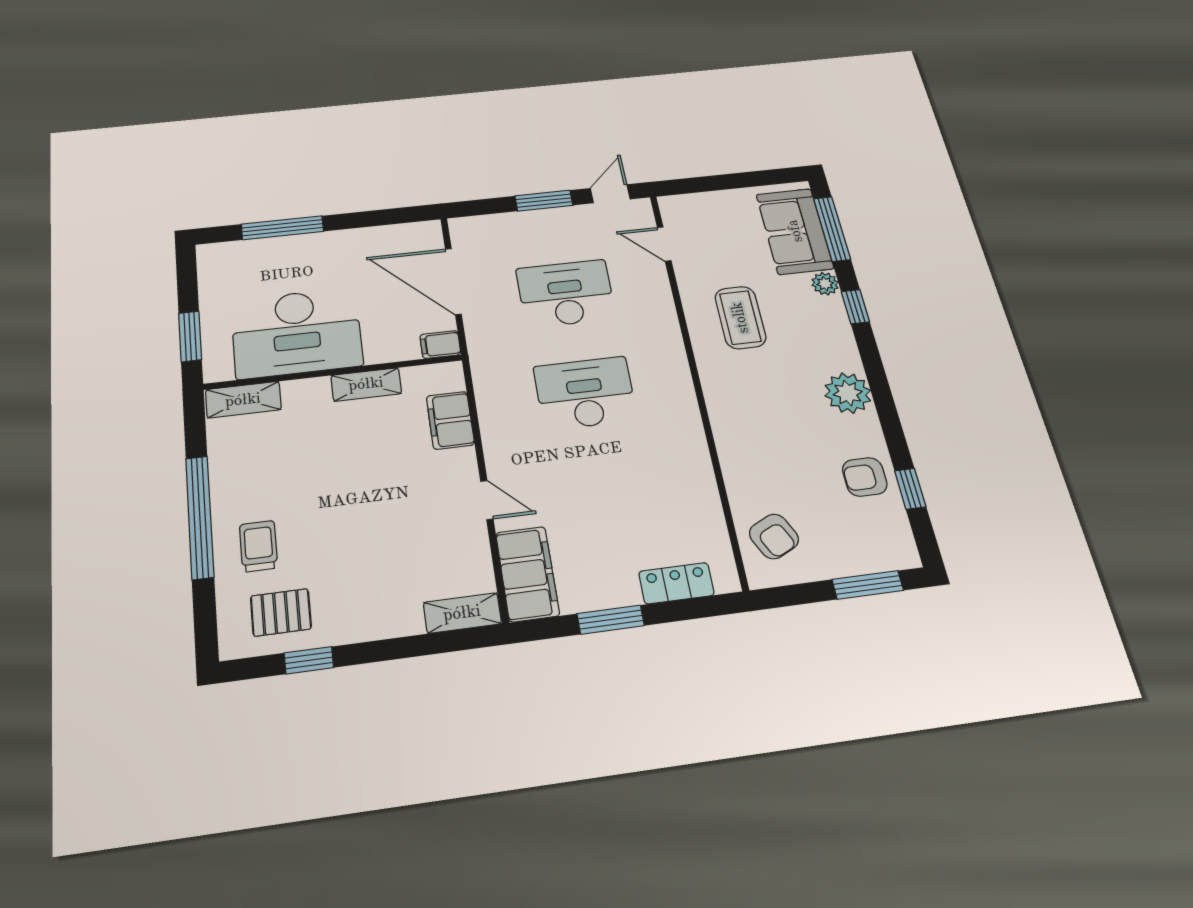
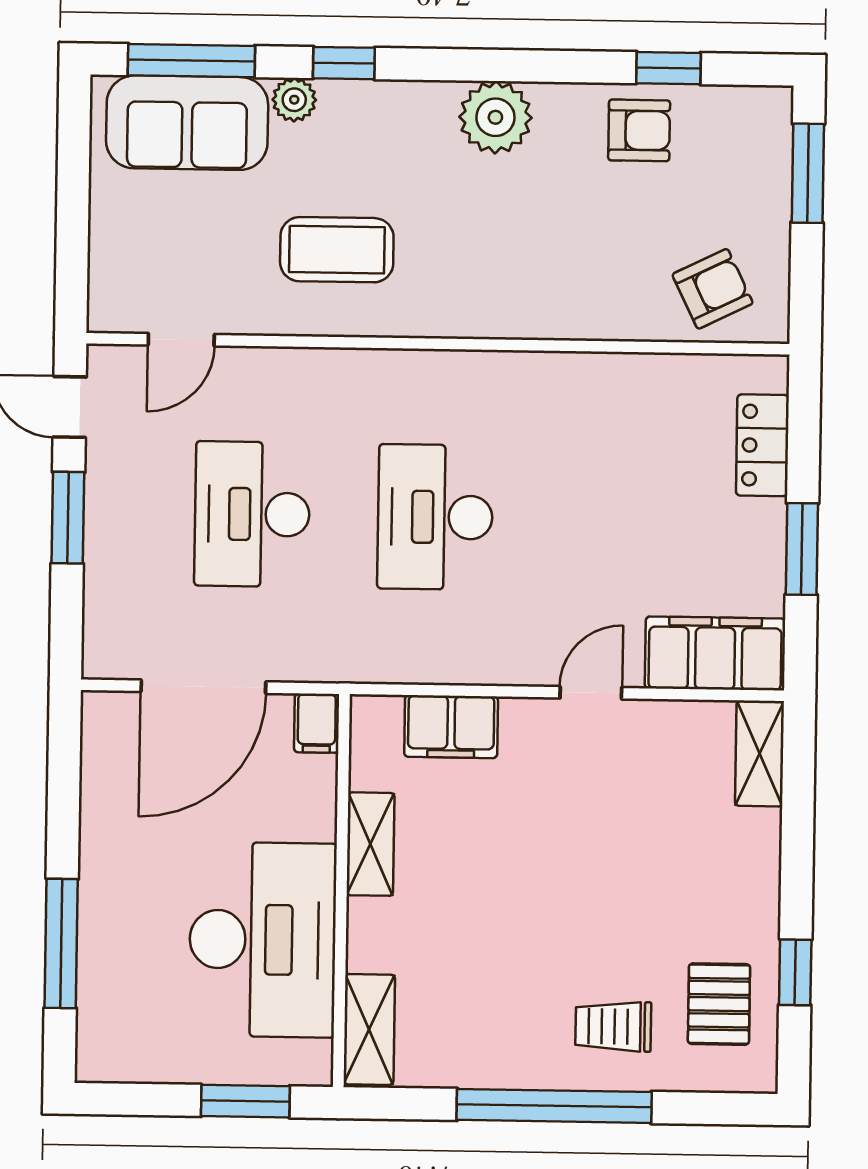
armchair: (865, 477) -> (639, 130), turned -90

